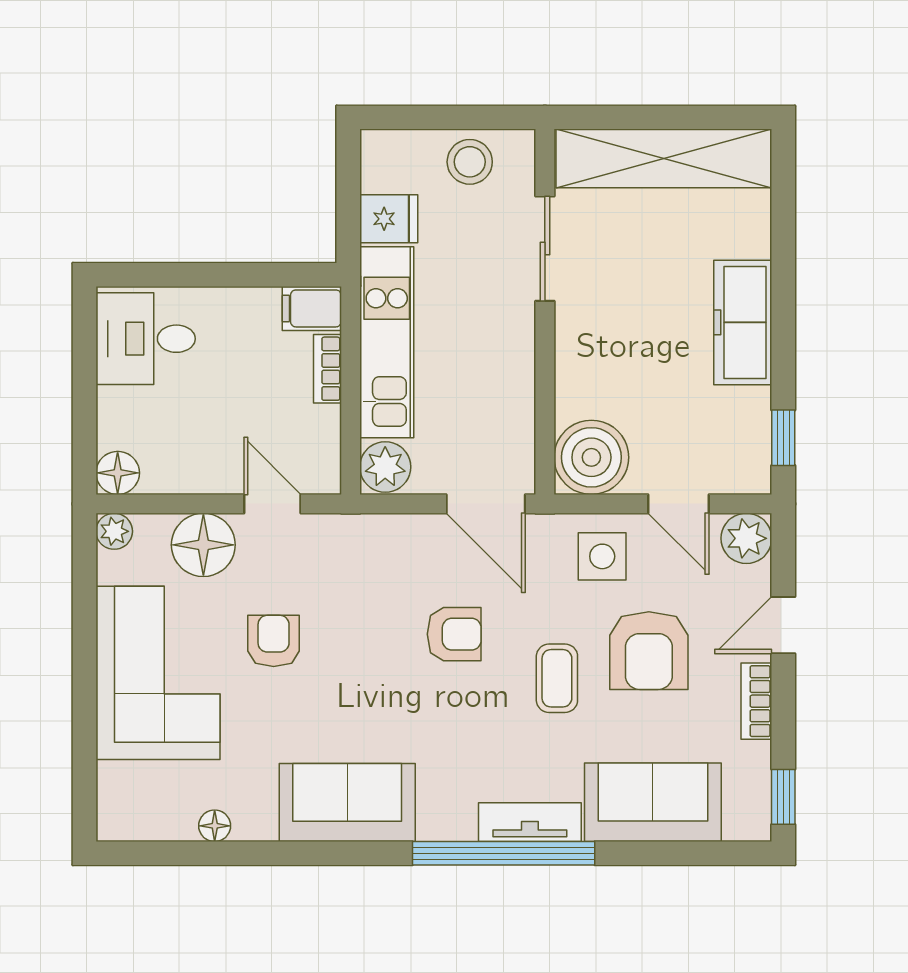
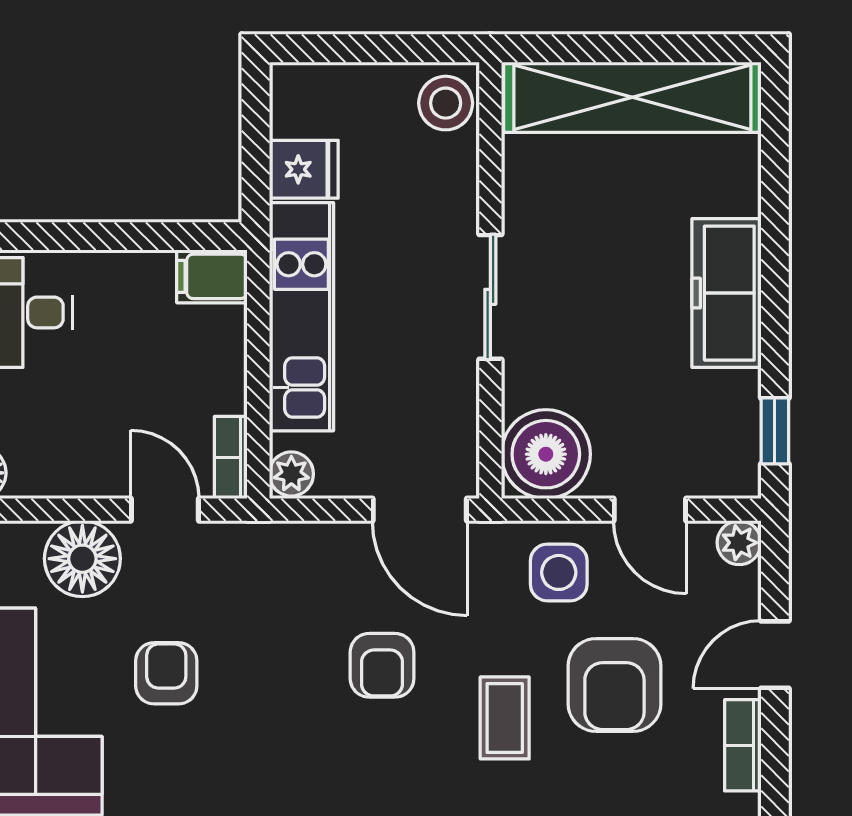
stool: (470, 162) -> (446, 103), moved
sliding door: (545, 249) -> (490, 297), moved
bookcase: (328, 369) -> (231, 458), moved
plant: (385, 467) -> (291, 474), width x0.73, depth x0.73
plant: (746, 538) -> (739, 543), width x0.73, depth x0.73
armchair: (454, 634) -> (382, 665), turned 90

